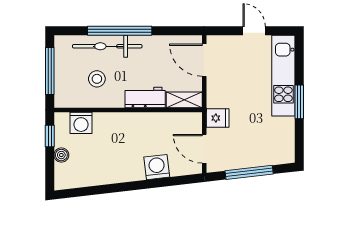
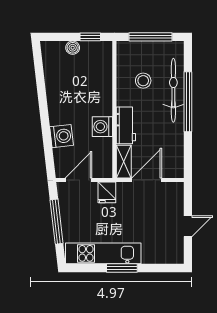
door: (204, 60) -> (147, 180), moved
kitchen unit: (283, 76) -> (103, 253), moved
washing machine: (81, 123) -> (102, 127), moved

